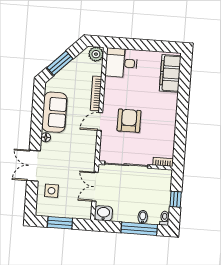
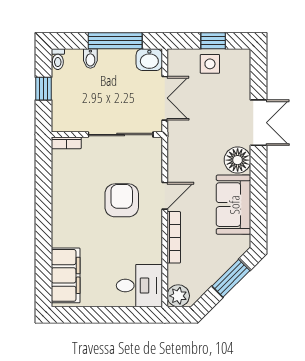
armchair: (129, 121) -> (122, 200), turned 180
floor lamp: (46, 137) -> (238, 160), width x1.89, depth x1.89
side table: (51, 191) -> (210, 64), moved
window: (60, 223) -> (213, 41), width x0.67
window: (139, 229) -> (115, 41), moved

